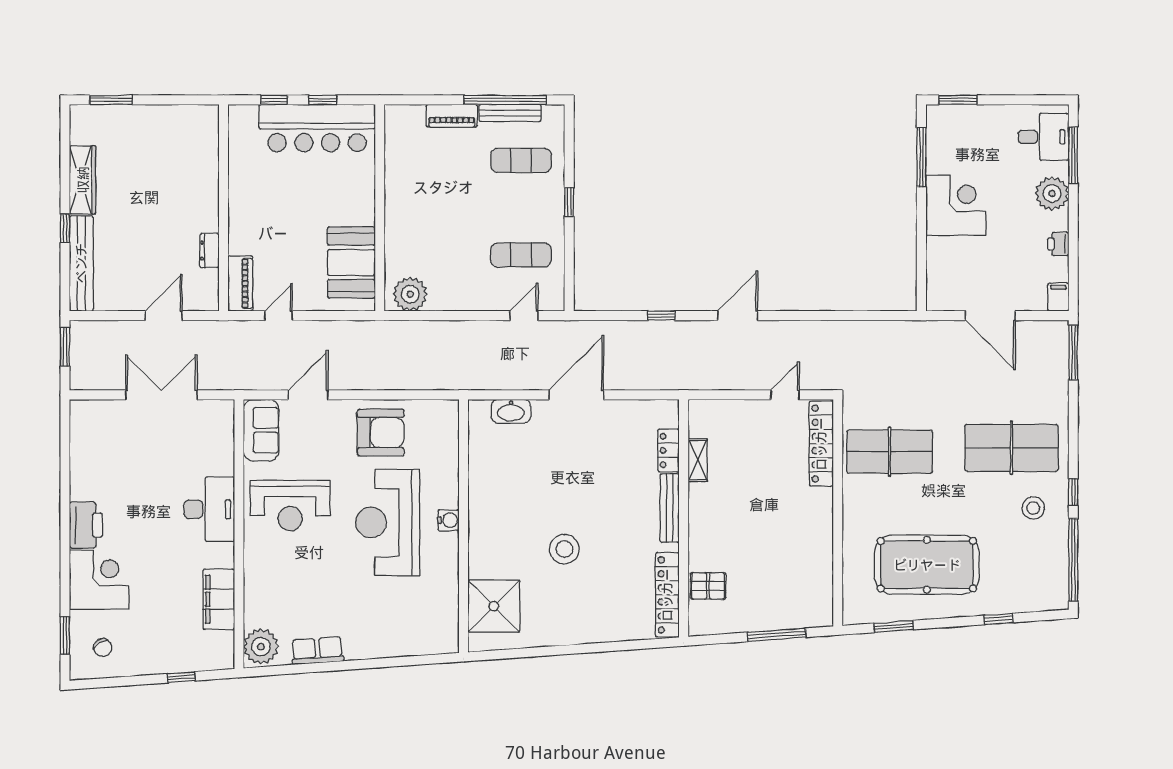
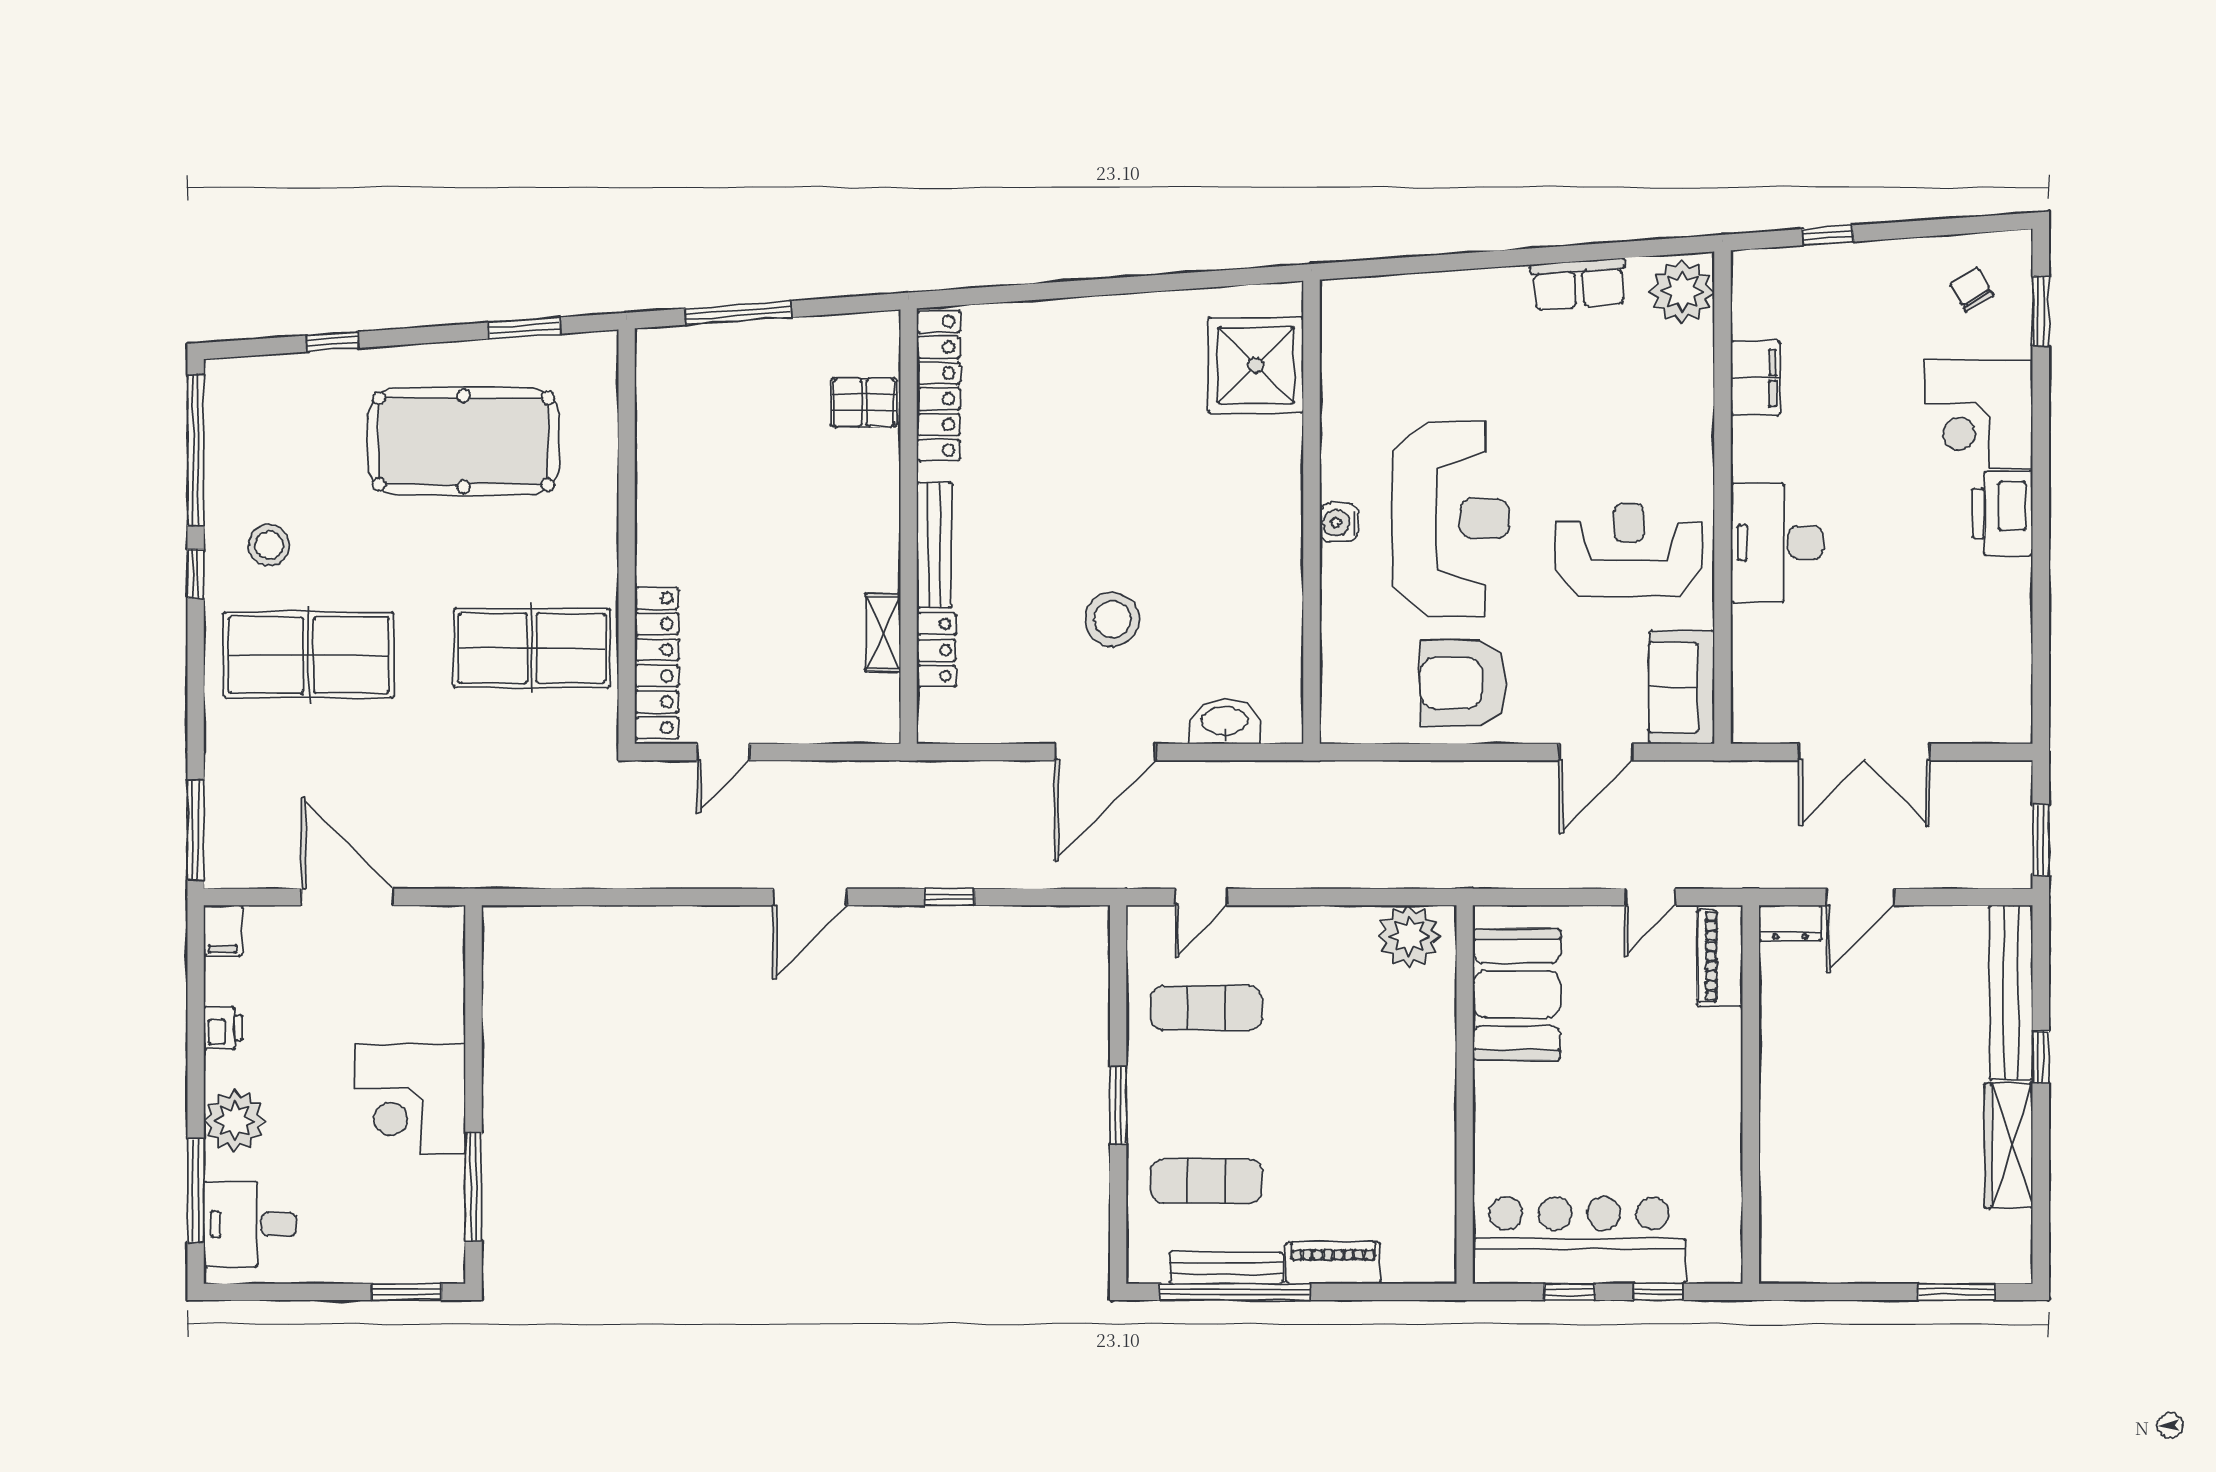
window: (569, 202) -> (1118, 1105), width x1.50
dresser: (209, 251) -> (1790, 923), moved, turned 90
stool: (564, 549) -> (1112, 619), moved
filing cabinet: (219, 599) -> (1755, 378), width x0.67, depth x0.86

